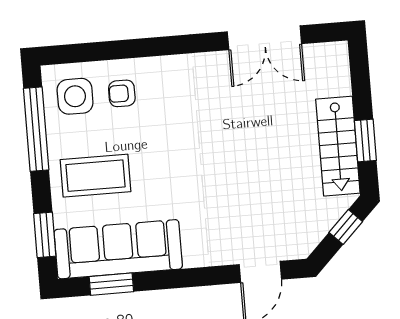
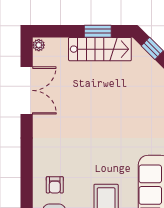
plant: (336, 51) -> (39, 45), added

